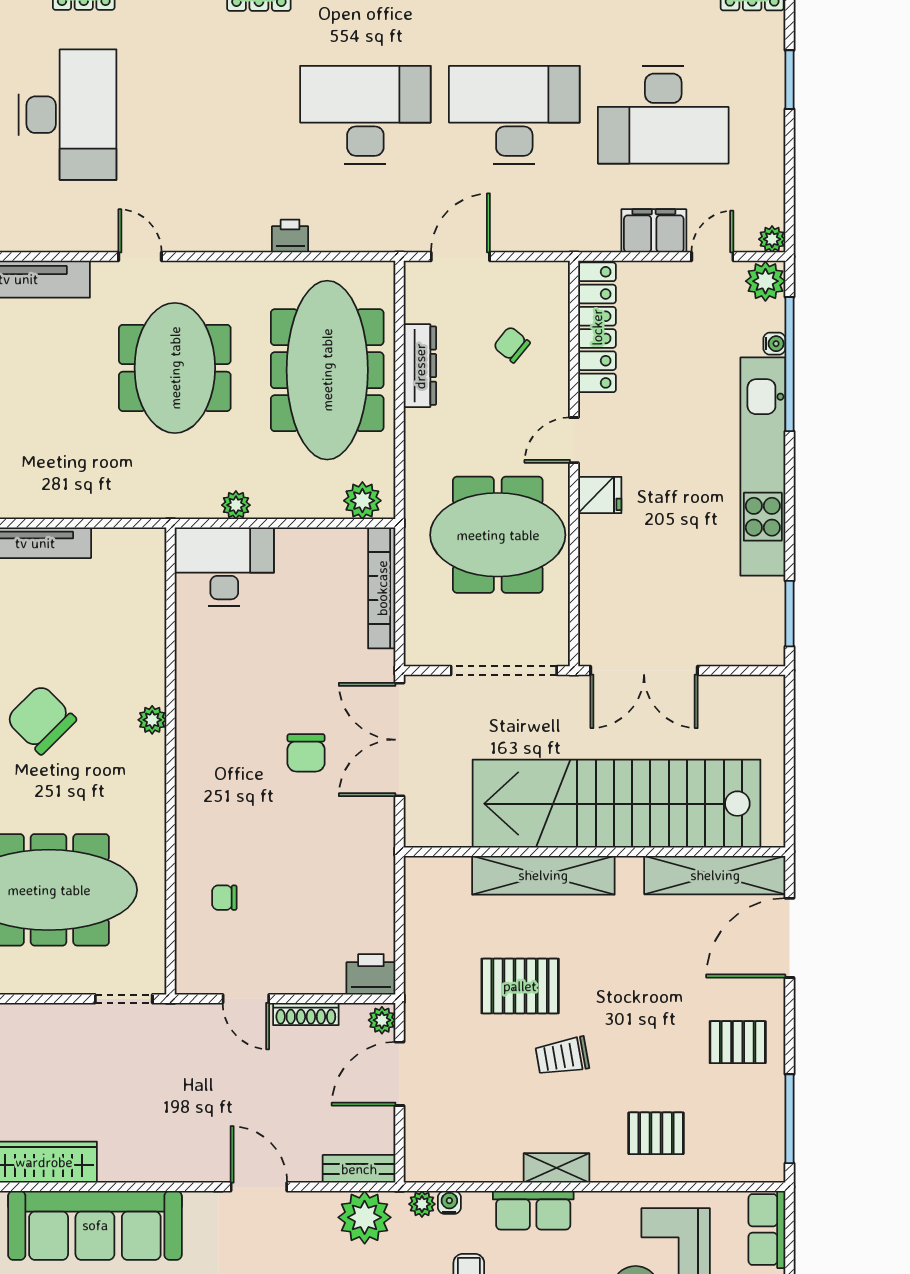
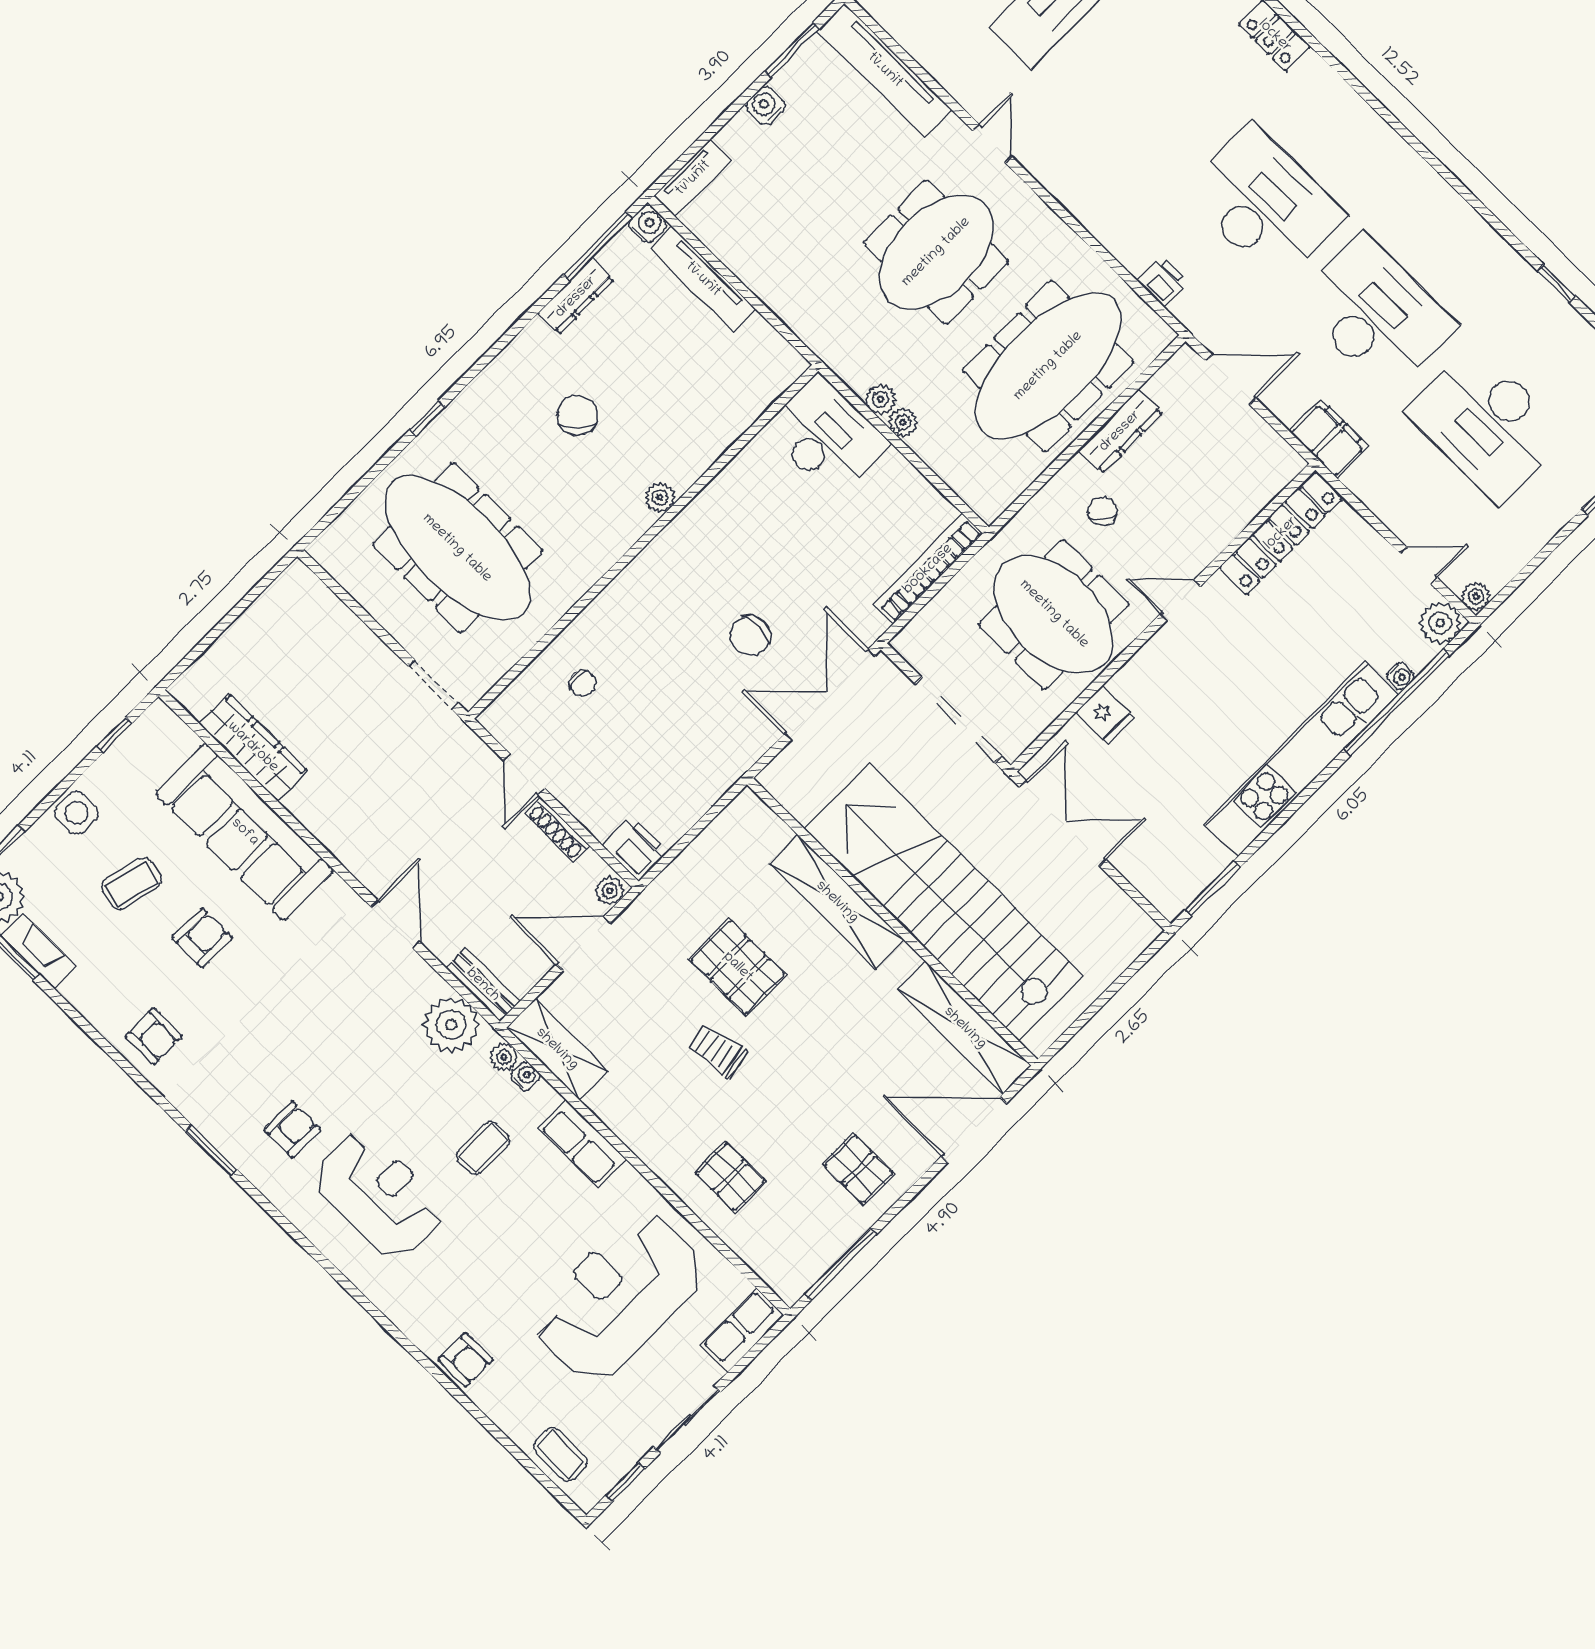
filing cabinet: (654, 231) -> (1329, 439), moved
printer: (290, 236) -> (1162, 281), moved
chair: (512, 345) -> (1102, 511), moved
fridge: (600, 495) -> (1105, 715), moved
plant: (362, 501) -> (903, 422), moved, width x0.73, depth x0.73
double door: (644, 670) -> (1063, 823), swing flipped
chair: (41, 719) -> (577, 415), width x0.73, depth x0.73
chair: (224, 898) -> (583, 683), turned 180
shelving: (557, 1168) -> (557, 1049), moved, width x1.50, depth x1.33

